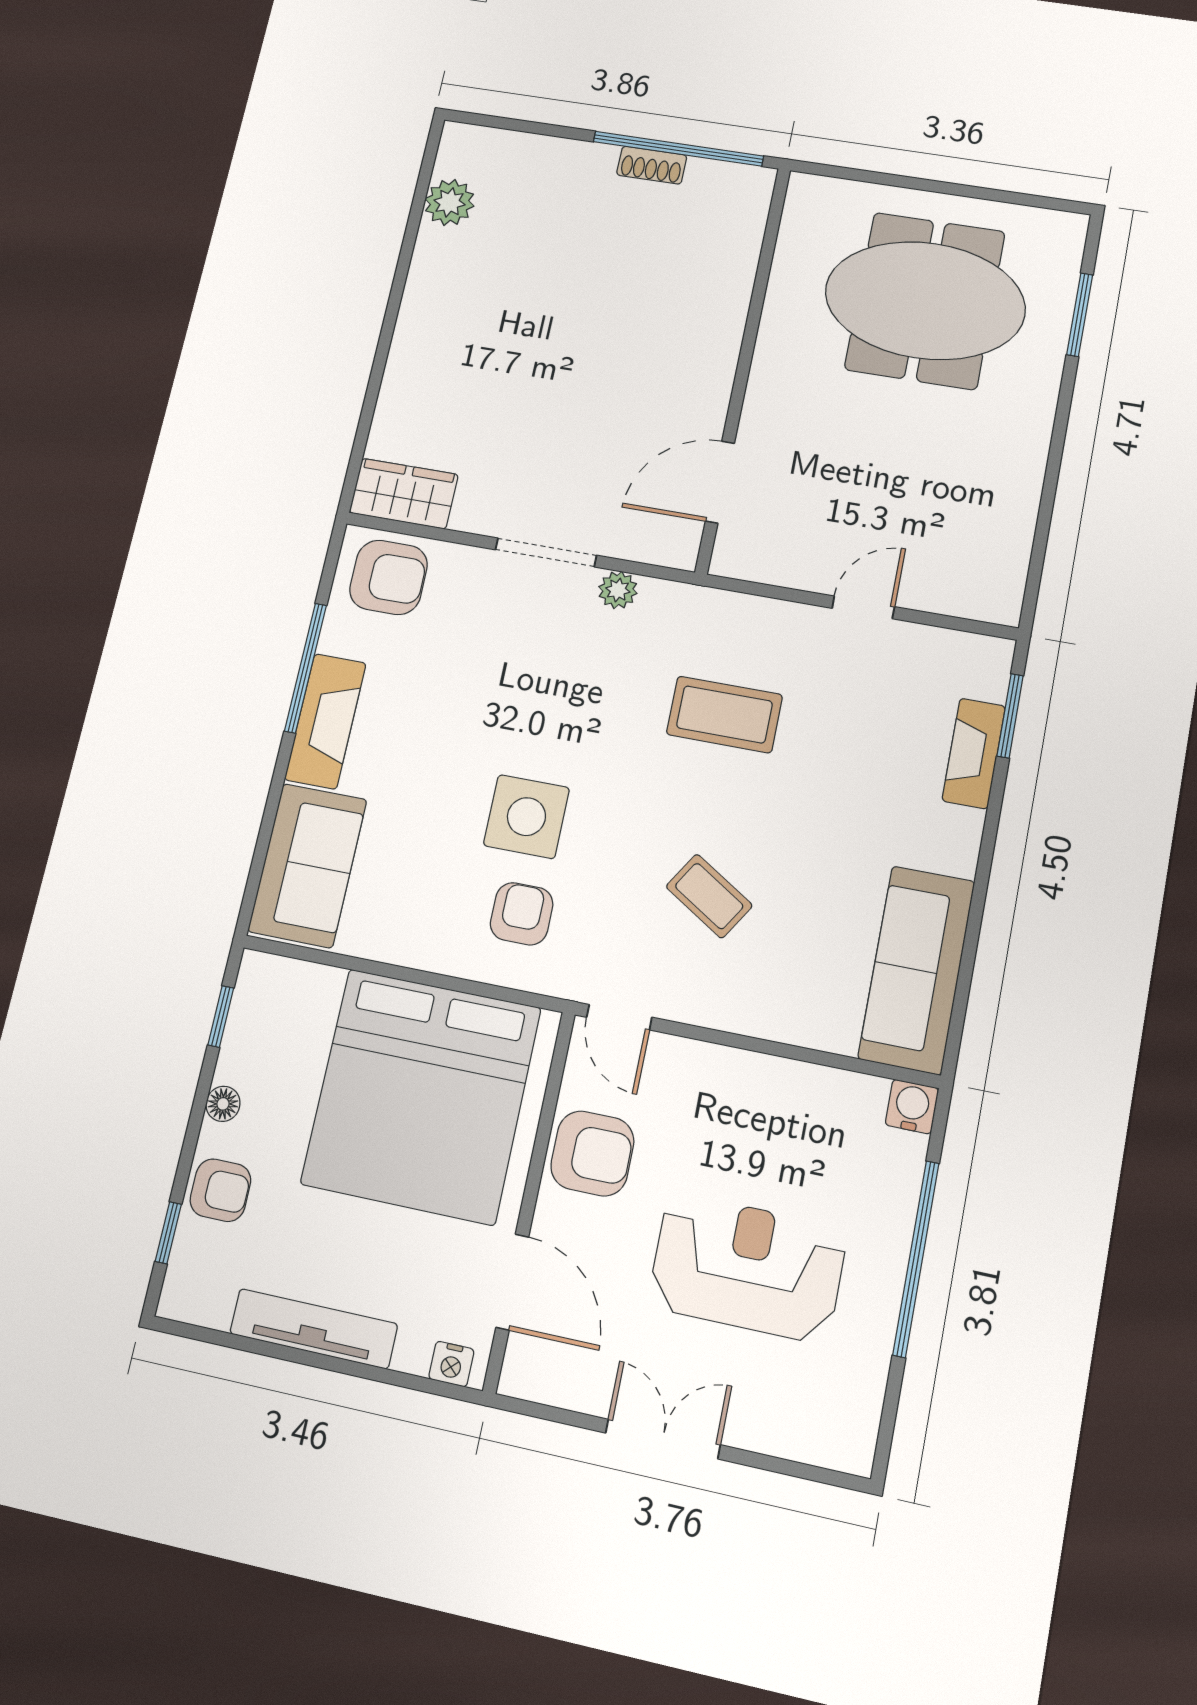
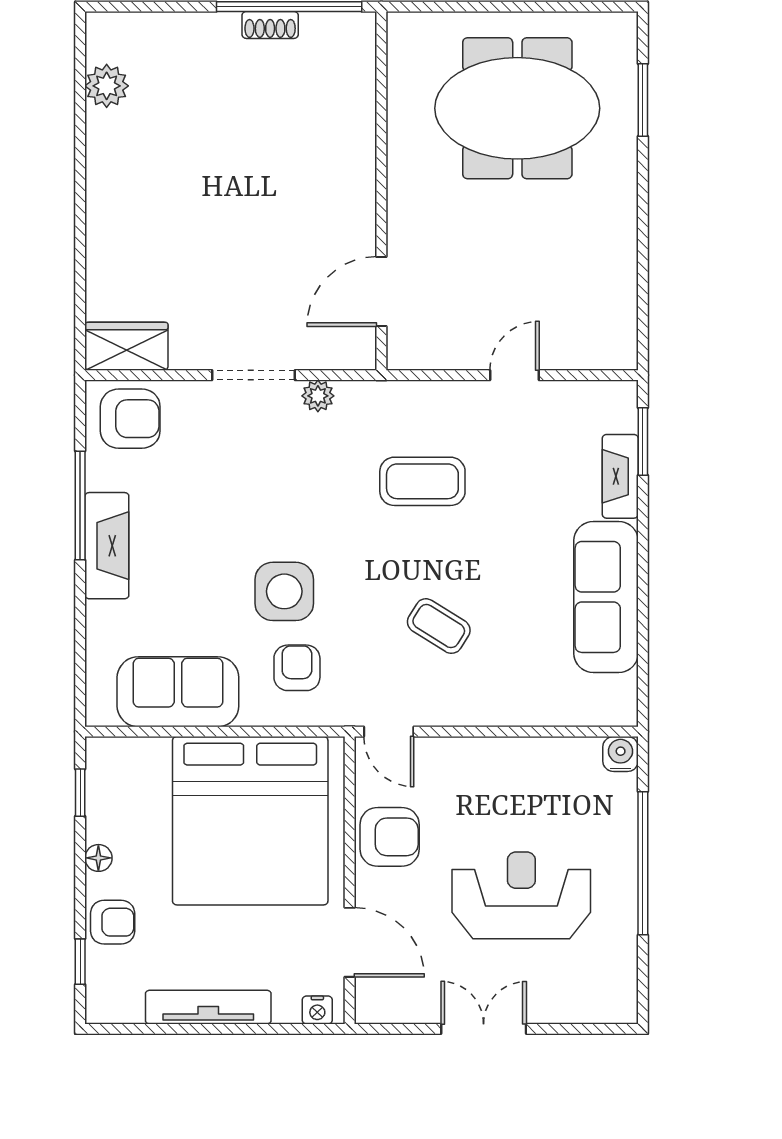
sofa: (308, 865) -> (178, 692), moved, turned -90
sofa: (917, 970) -> (606, 597), moved

